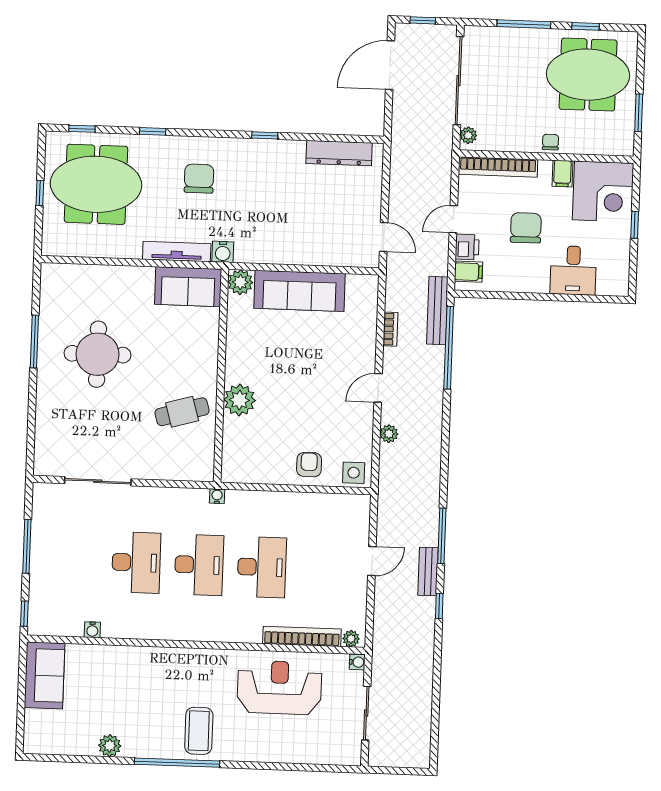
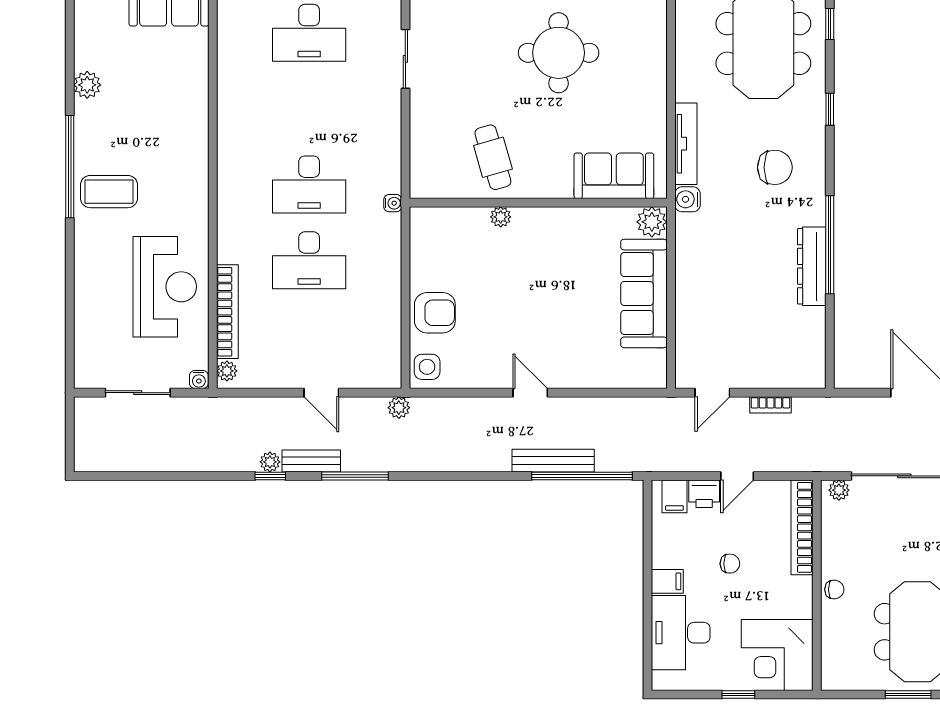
window: (639, 113) -> (908, 695), moved
window: (265, 135) -> (830, 245), width x3.17
dresser: (339, 153) -> (812, 266), moved
filing cabinet: (562, 174) -> (667, 581), moved, turned 180
door: (453, 219) -> (737, 476), swing flipped
chair: (526, 228) -> (730, 564), width x0.54, depth x0.54
desk: (573, 270) -> (681, 633), width x1.37
sofa: (188, 287) -> (614, 176), moved, turned 90
bench: (437, 311) -> (553, 461), moved
bookcase: (390, 329) -> (770, 405), moved
plant: (239, 400) -> (501, 217), width x0.53, depth x0.53
plant: (389, 434) -> (399, 408), moved
armchair: (309, 465) -> (435, 313), width x1.38, depth x1.38
sliding door: (98, 481) -> (405, 59), width x0.73
desk: (136, 563) -> (309, 33), moved
plant: (428, 606) -> (270, 462), added
water cooler: (92, 630) -> (226, 59), removed

